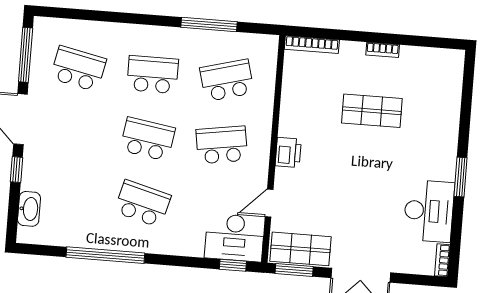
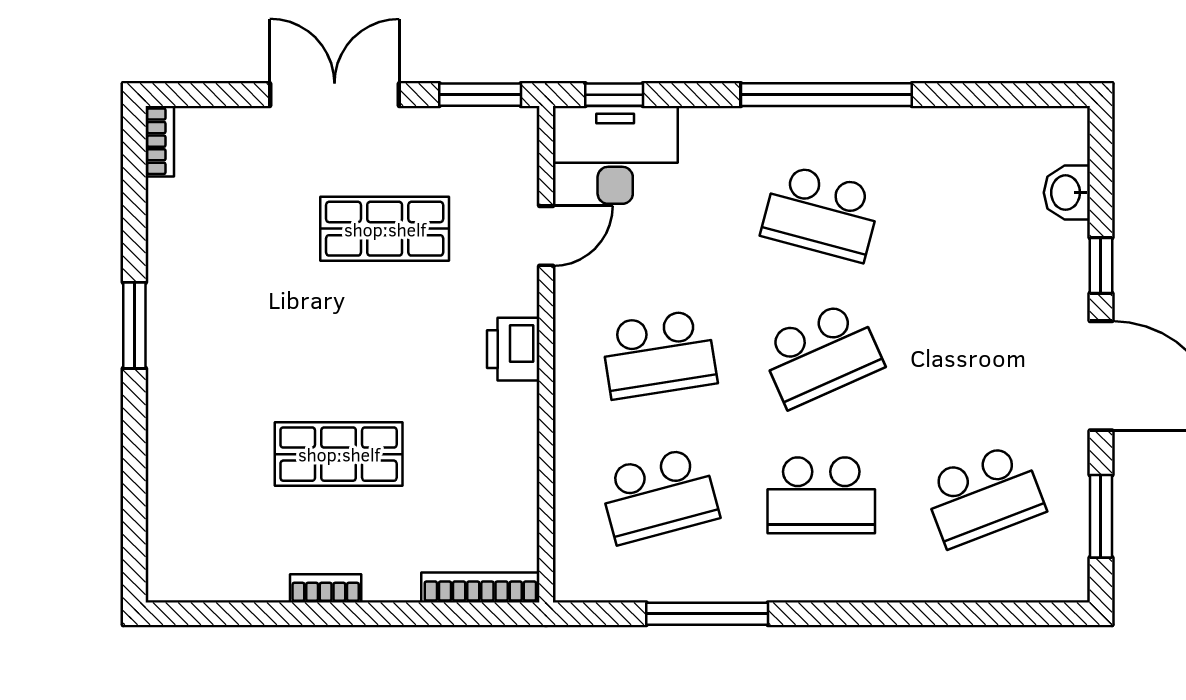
window: (26, 55) -> (1101, 516), width x0.69
school desk: (78, 69) -> (984, 495), turned -33
school desk: (148, 139) -> (821, 354), turned -33
washbasin: (29, 209) -> (1067, 193), width x0.72
desk: (429, 211) -> (197, 246), removed
shop shelf: (300, 249) -> (385, 229), moved
window: (105, 255) -> (826, 95), moved

